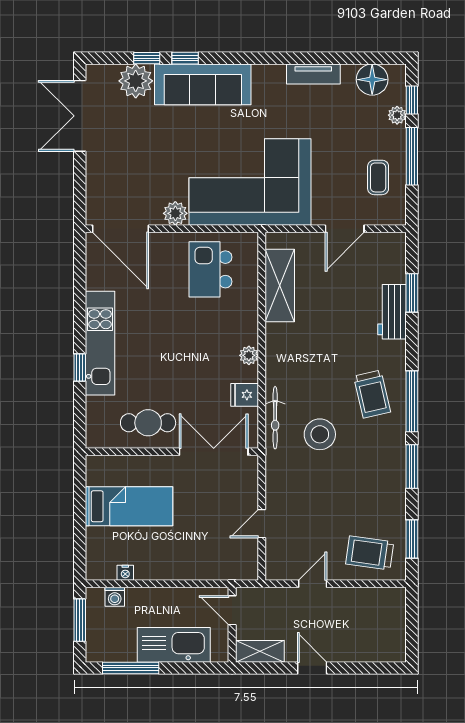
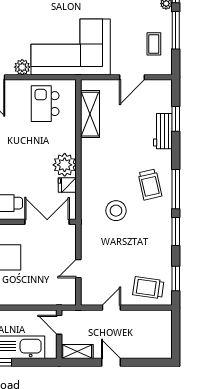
plant: (249, 355) -> (65, 165), width x1.87, depth x1.87
bicycle: (275, 418) -> (87, 200), removed

